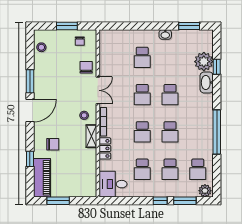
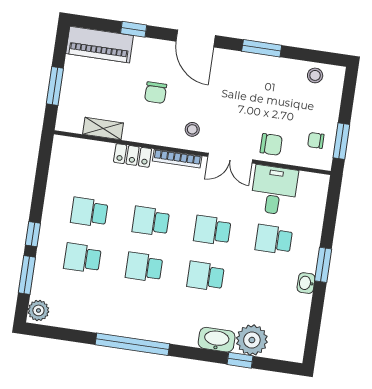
window: (67, 26) -> (341, 141), moved
window: (189, 26) -> (323, 265), moved
door: (30, 111) -> (196, 38), moved
shelving: (91, 136) -> (103, 129), moved
chair: (53, 144) -> (156, 93), moved
school desk: (198, 169) -> (76, 304), removed
desk: (113, 184) -> (274, 190), moved
window: (58, 201) -> (55, 86), moved

